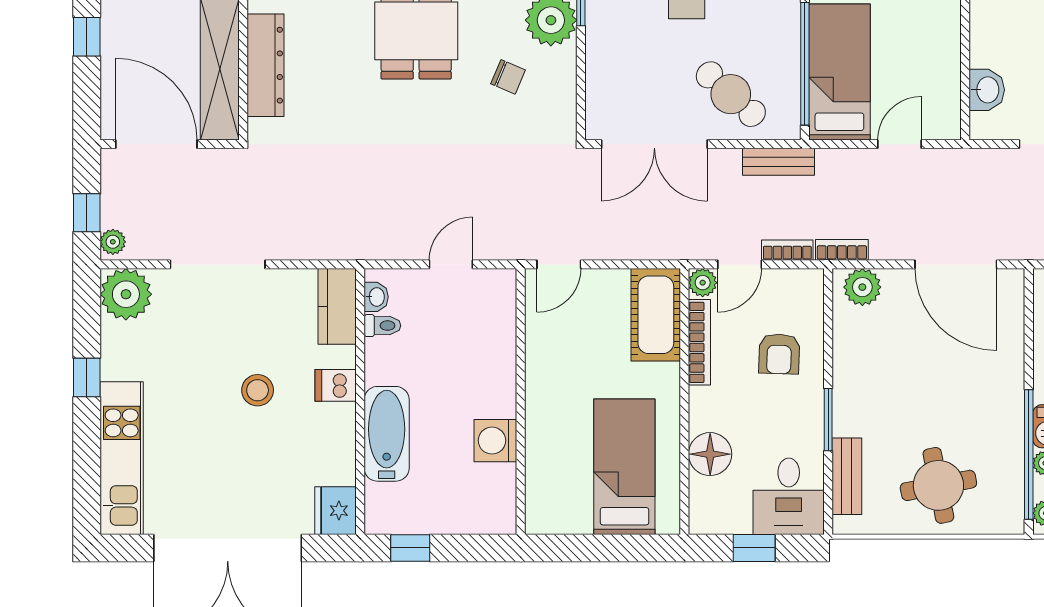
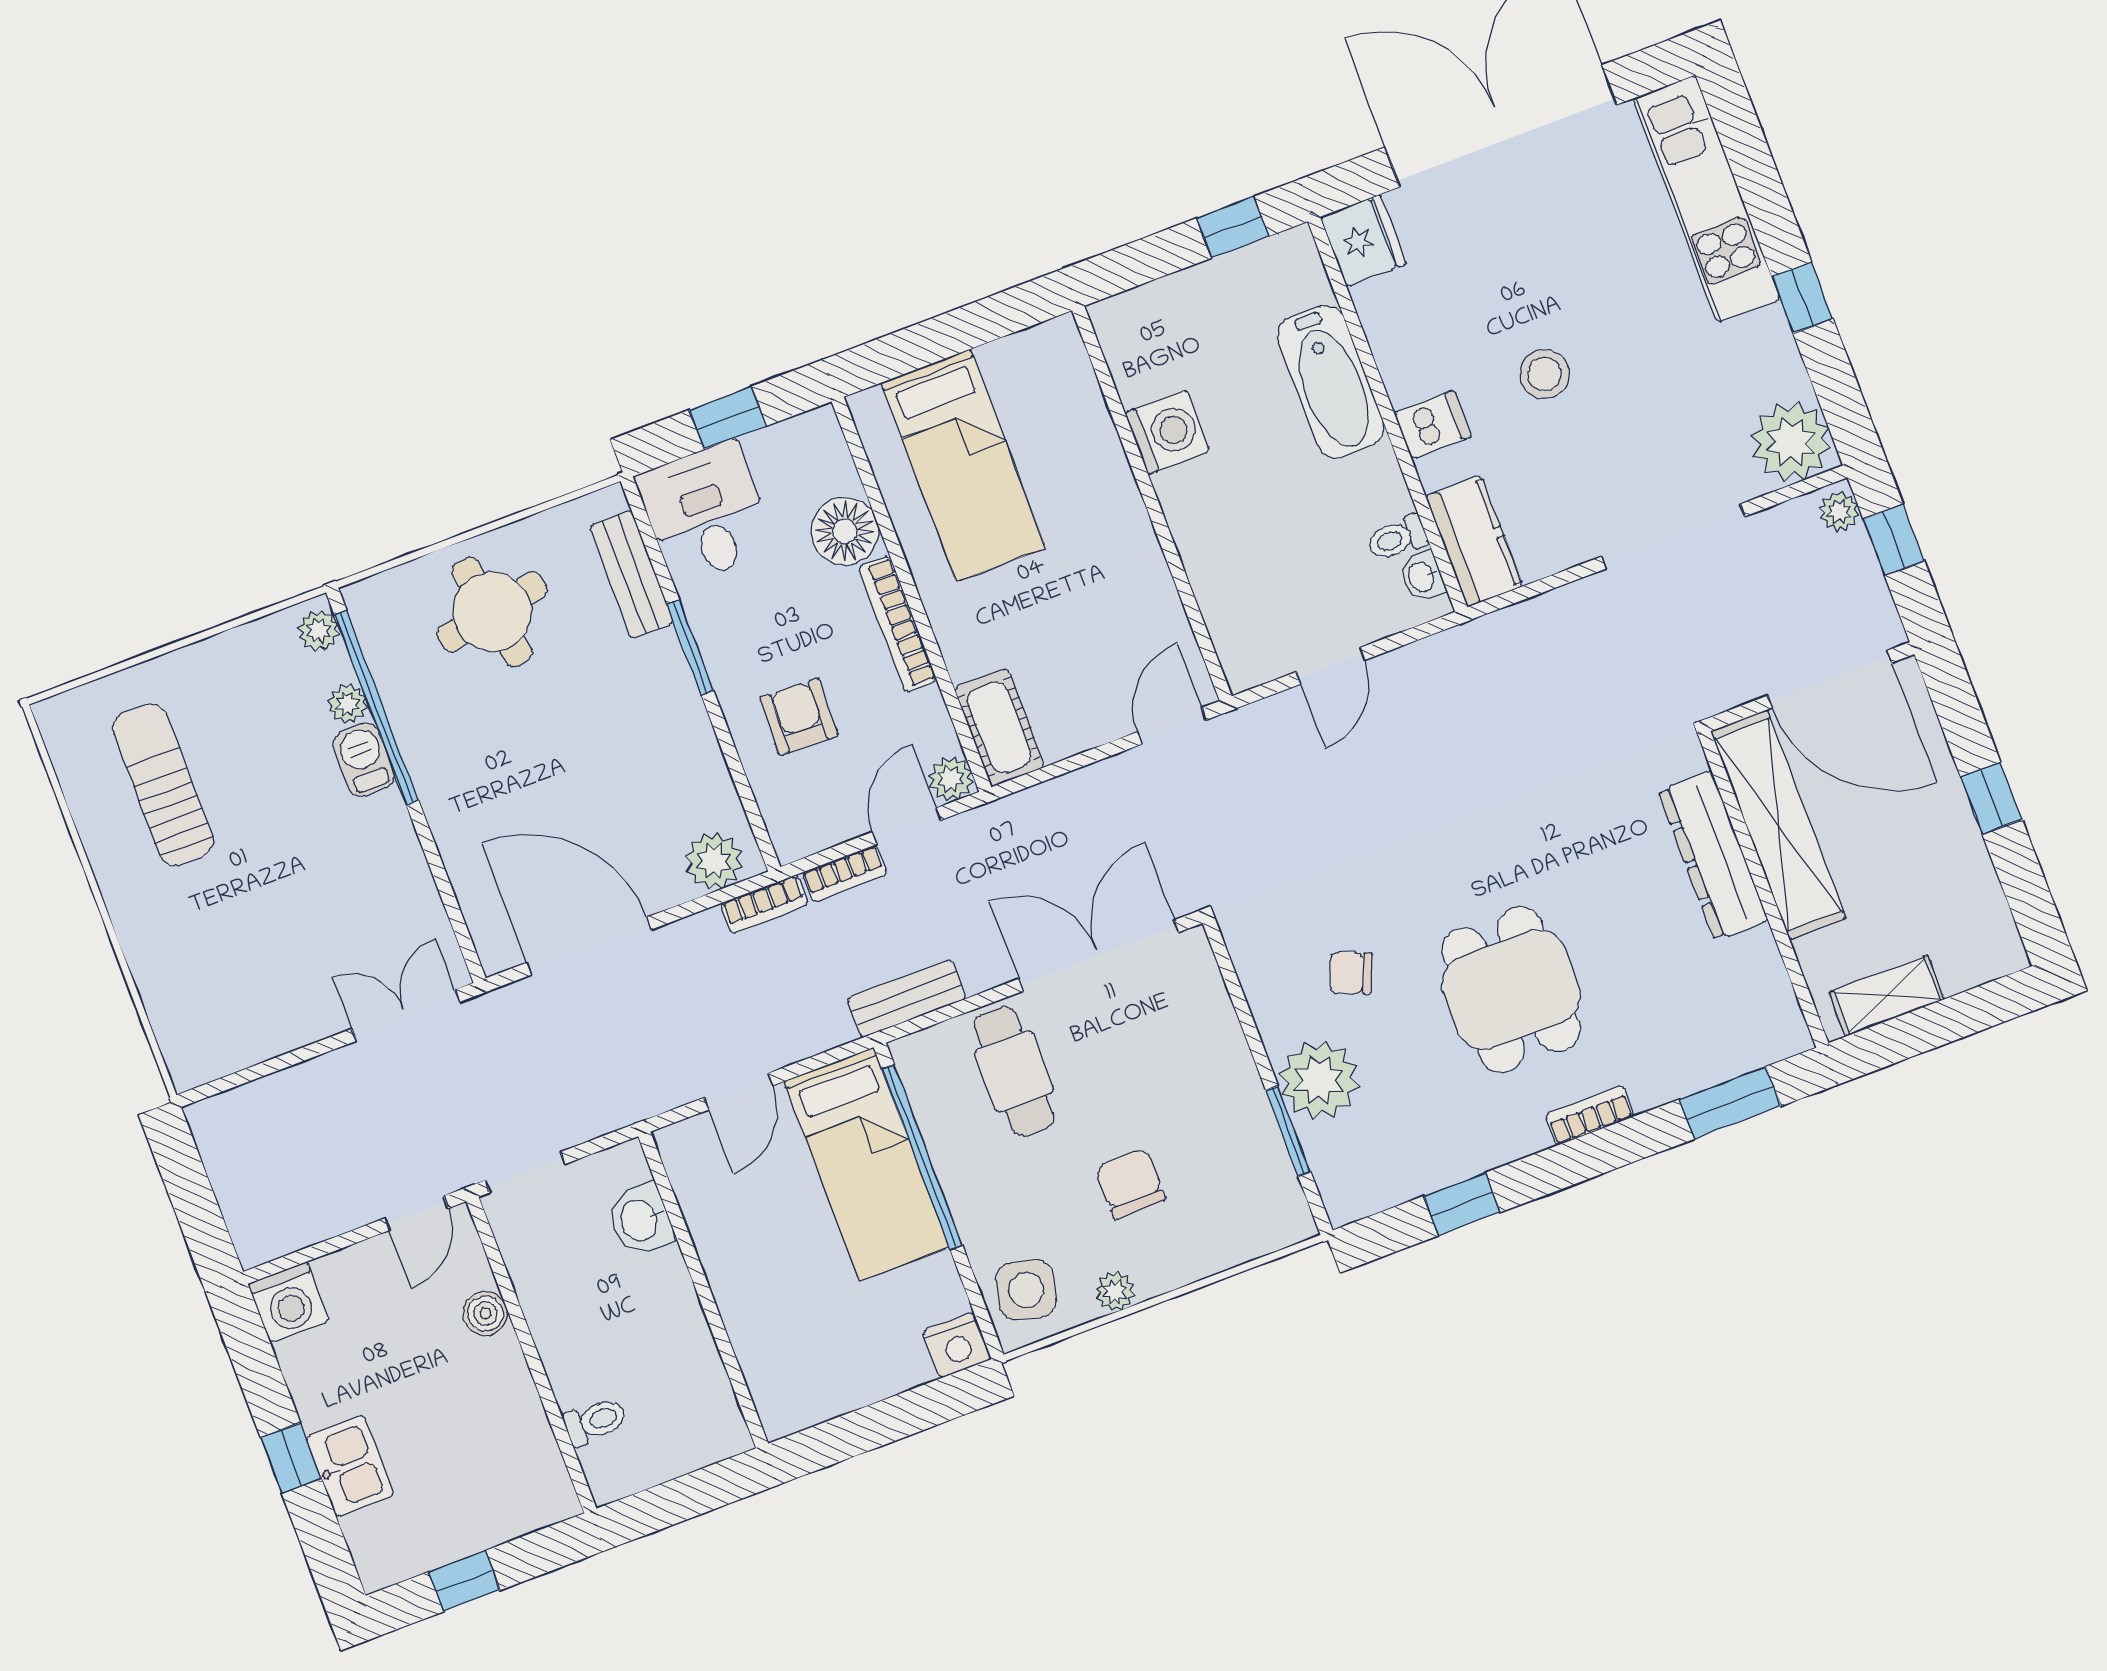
cafe table: (731, 94) -> (1014, 1071), turned 48
cot: (656, 315) -> (999, 727), width x0.73, depth x0.75
bookcase: (699, 342) -> (898, 624), moved

